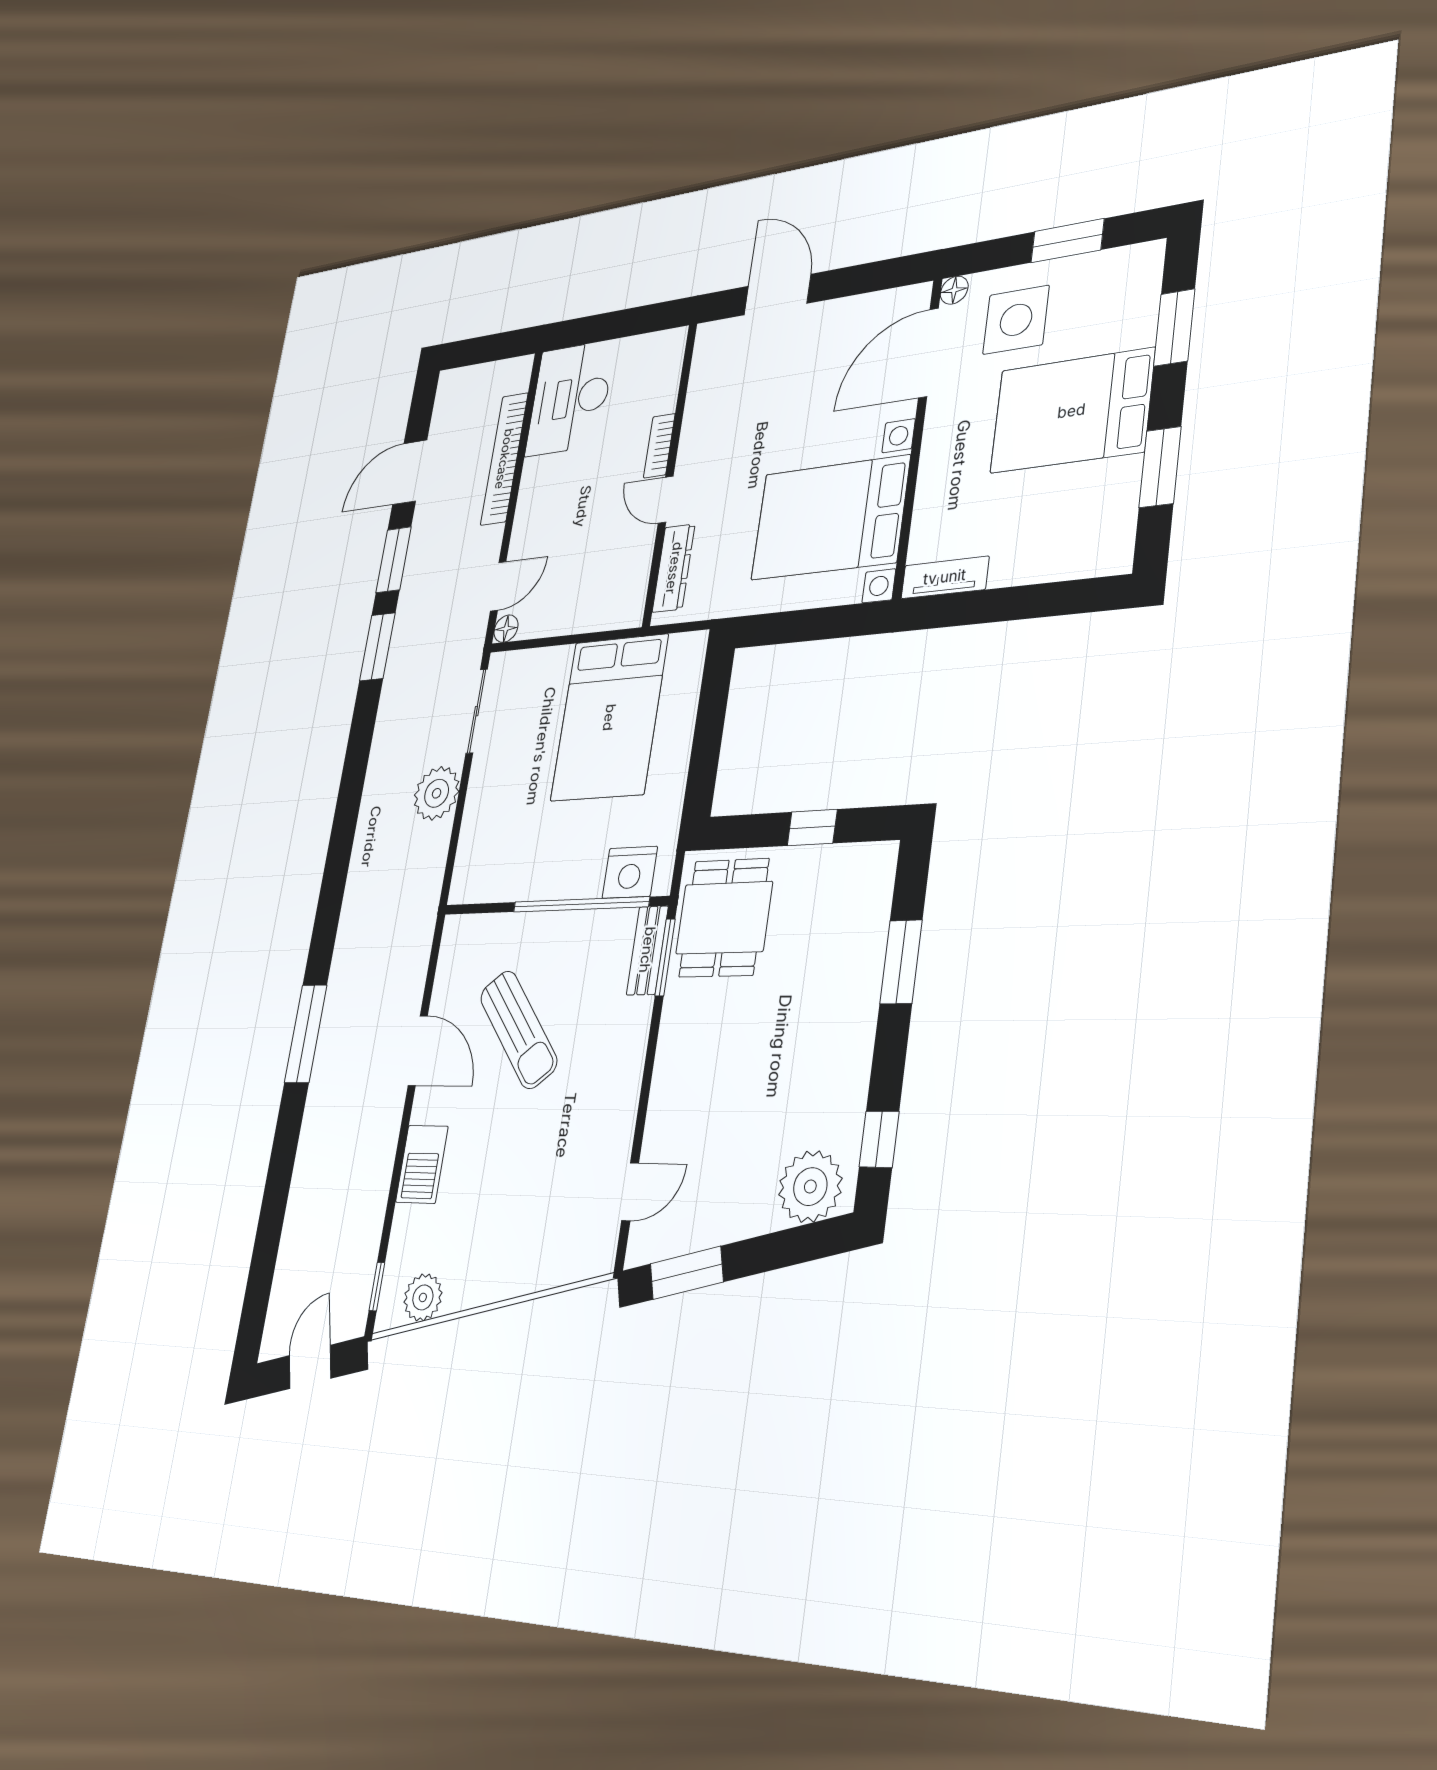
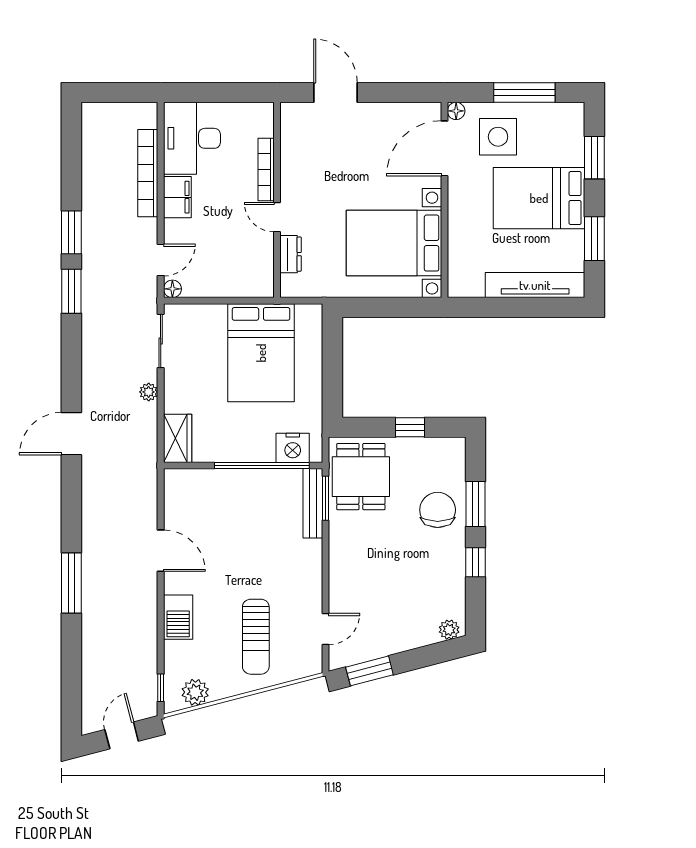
window: (1067, 241) -> (524, 93), width x1.44
bookcase: (659, 446) -> (266, 169), width x1.56
door: (410, 472) -> (71, 434), moved
filing cabinet: (536, 488) -> (177, 197), added
dresser: (674, 568) -> (290, 254), width x0.70
tv unit: (945, 577) -> (535, 285), moved, width x1.92, depth x1.29
plant: (437, 793) -> (149, 392), width x0.53, depth x0.53
wardrobe: (472, 865) -> (178, 438), added
bench: (647, 950) -> (313, 503), width x1.36
chair: (837, 974) -> (438, 510), added
sun lounger: (519, 1029) -> (256, 637), moved, turned 39
window: (306, 1034) -> (71, 583), moved
window: (879, 1139) -> (475, 562), moved
plant: (810, 1187) -> (449, 630), width x0.53, depth x0.53

